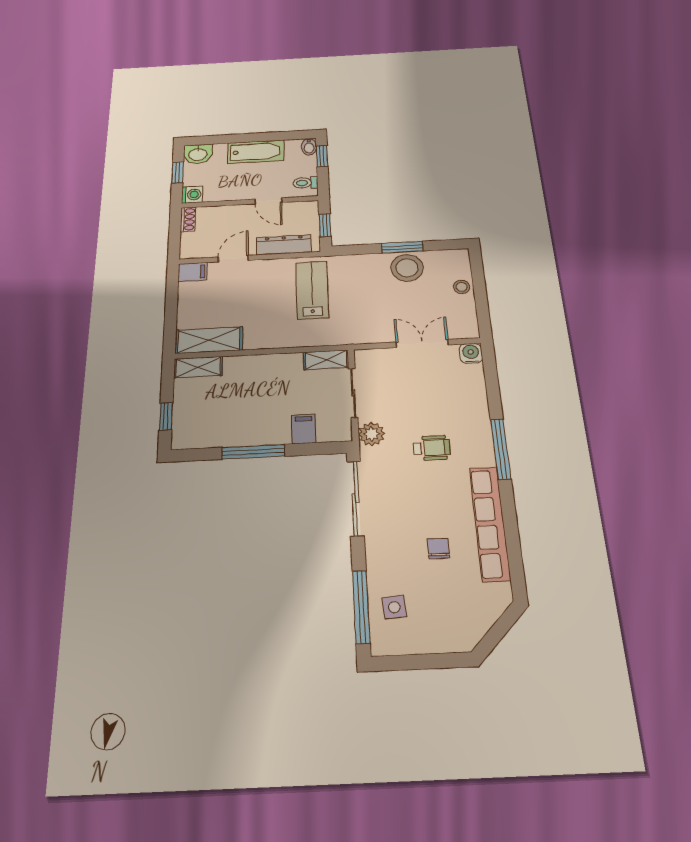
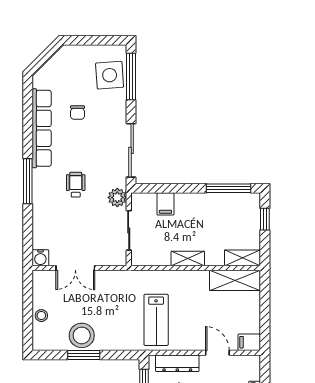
door: (233, 259) -> (217, 353), swing flipped
shelving: (326, 360) -> (188, 259), moved
wheelchair: (432, 448) -> (76, 185), turned 90
window: (253, 452) -> (228, 188), moved
side table: (394, 607) -> (110, 75), width x1.87, depth x1.87

